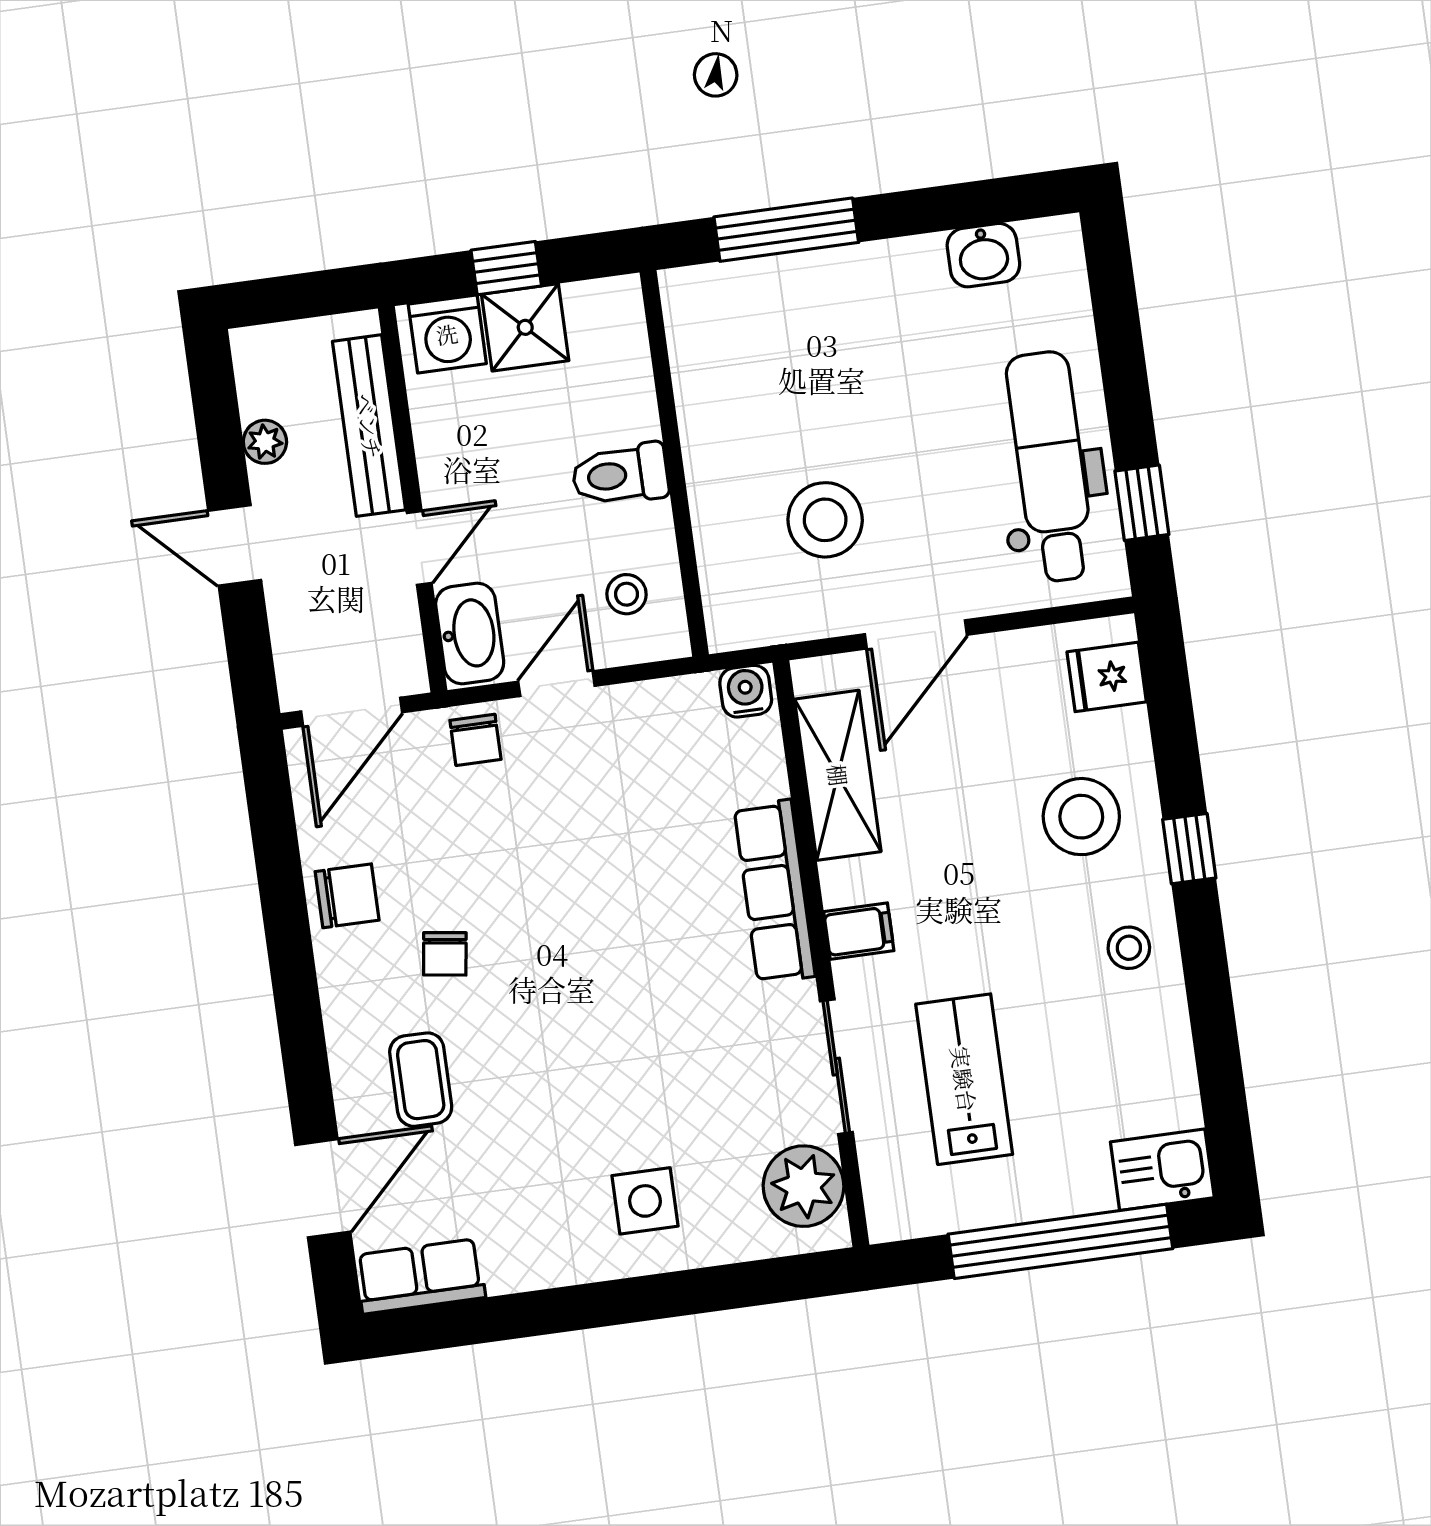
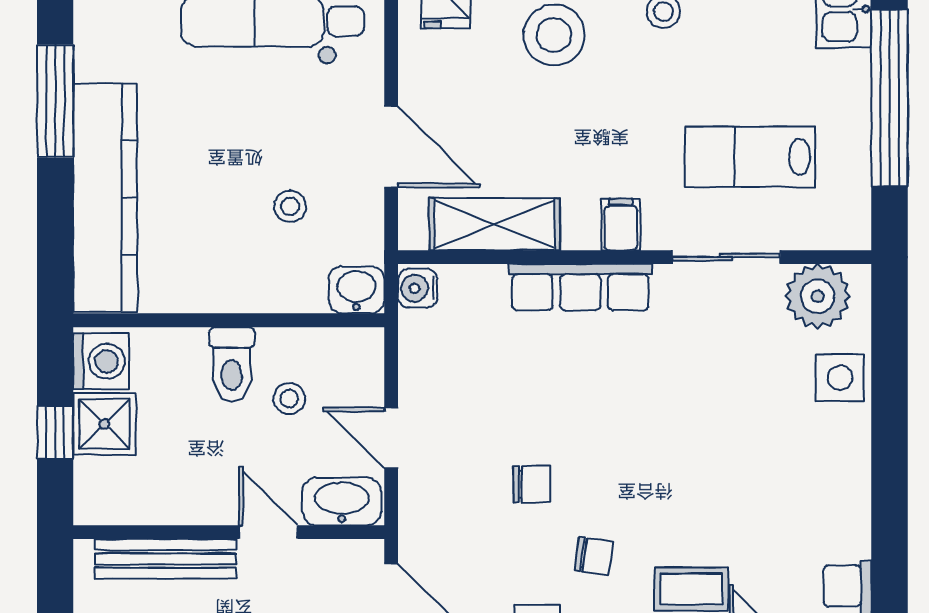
window: (786, 230) -> (55, 101), moved
washbasin: (983, 255) -> (356, 290), moved, turned -90
kitchen counter: (805, 290) -> (105, 197), added
washing machine: (447, 334) -> (101, 361), moved
stool: (825, 520) -> (290, 206), width x0.53, depth x0.53
stool: (627, 594) -> (289, 399), moved
chair: (475, 740) -> (532, 484), moved
side table: (645, 1201) -> (840, 378), moved

